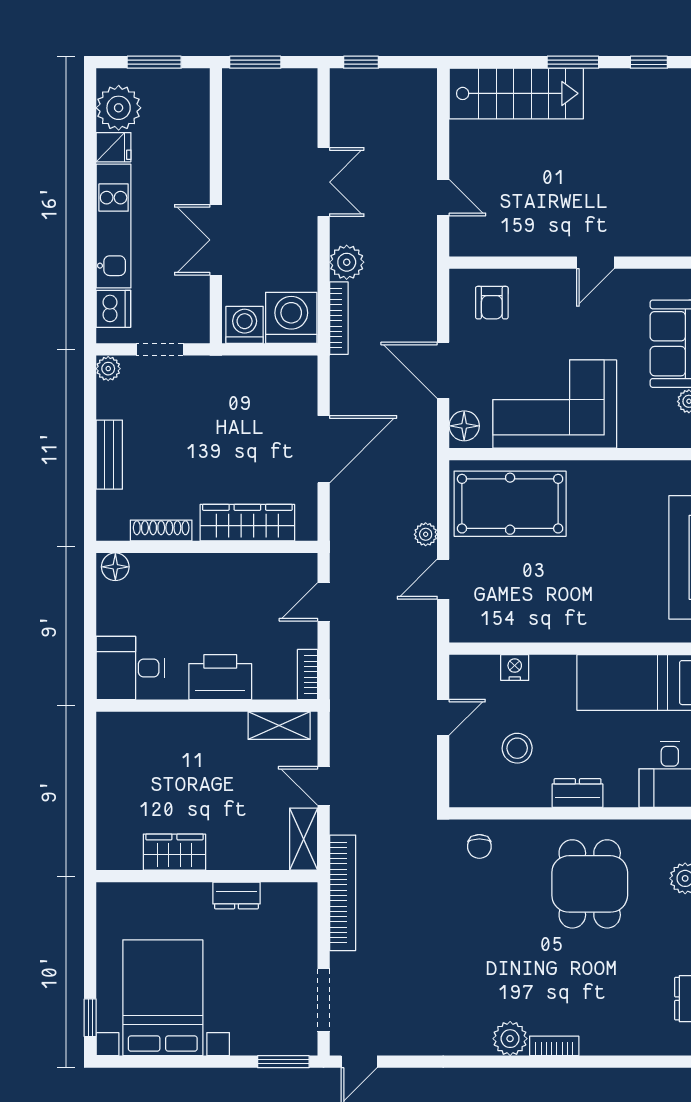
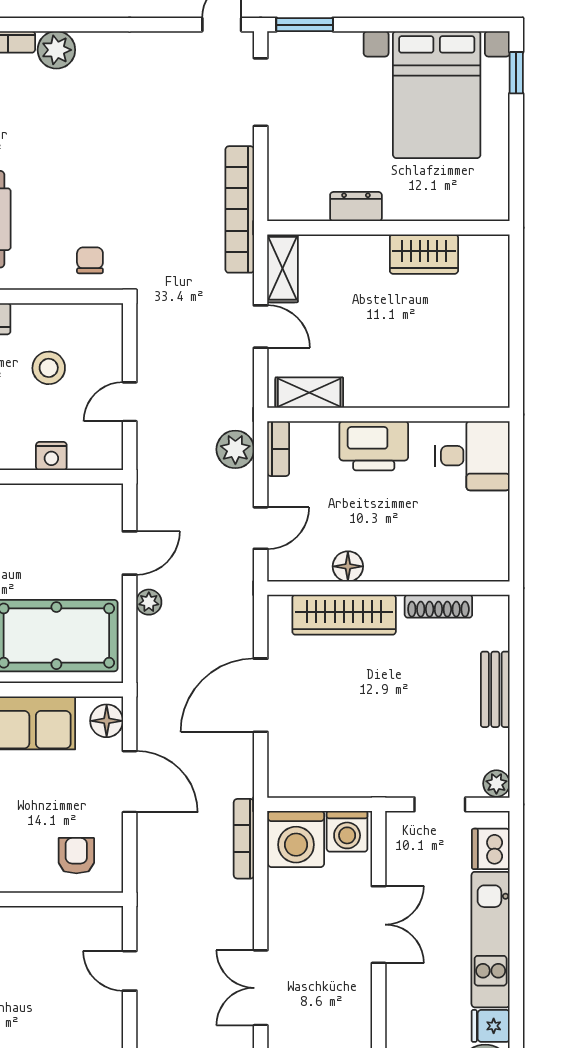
plant: (347, 262) -> (235, 449), moved
floor lamp: (115, 567) -> (348, 566), moved

